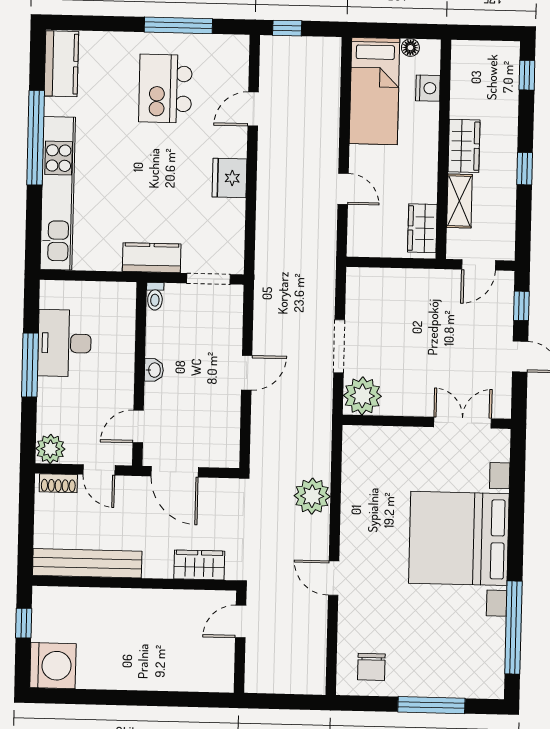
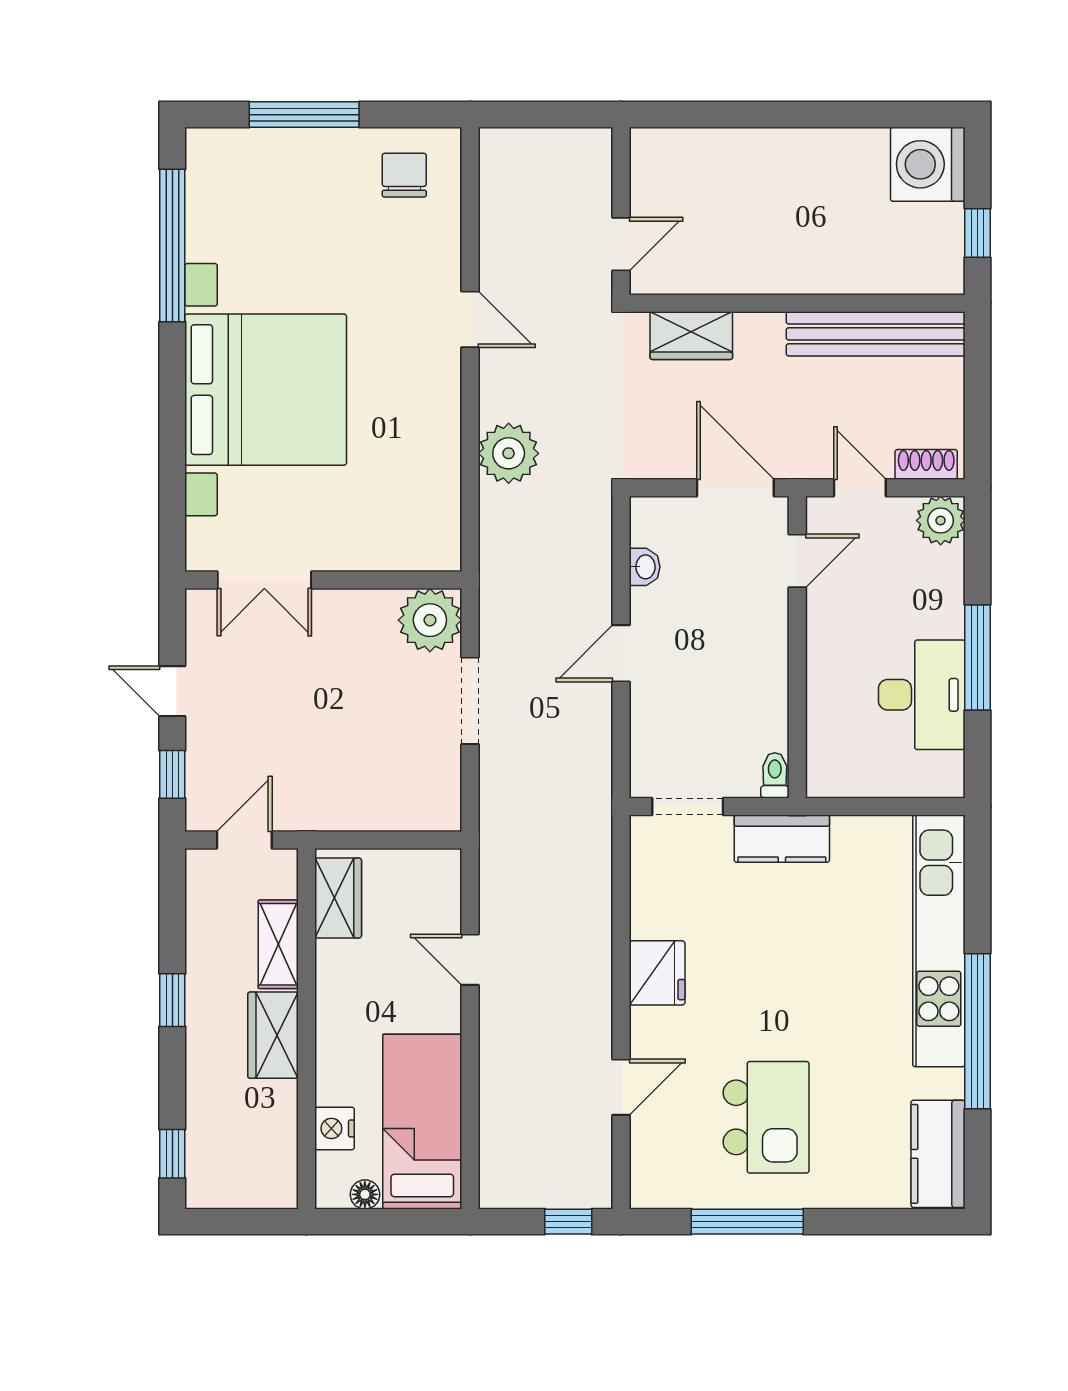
washbasin: (154, 370) -> (645, 567), moved, turned 180

